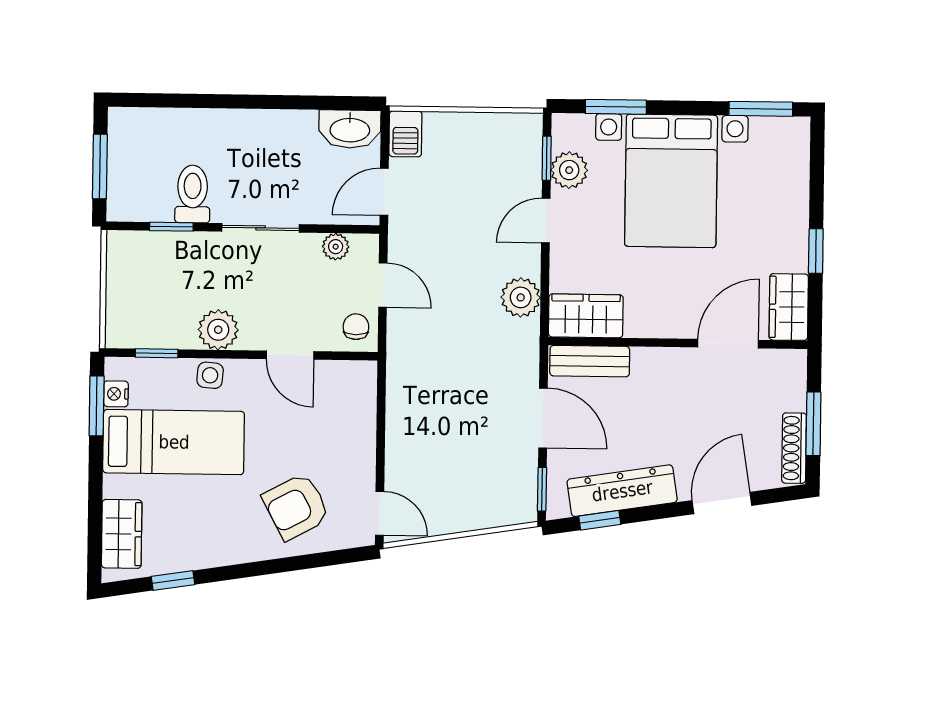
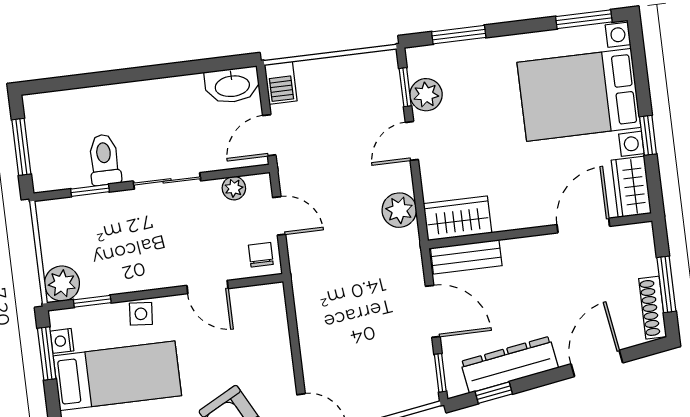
bed with nightstands: (671, 181) -> (579, 95), moved, turned 90
plant: (218, 330) -> (62, 284), moved

